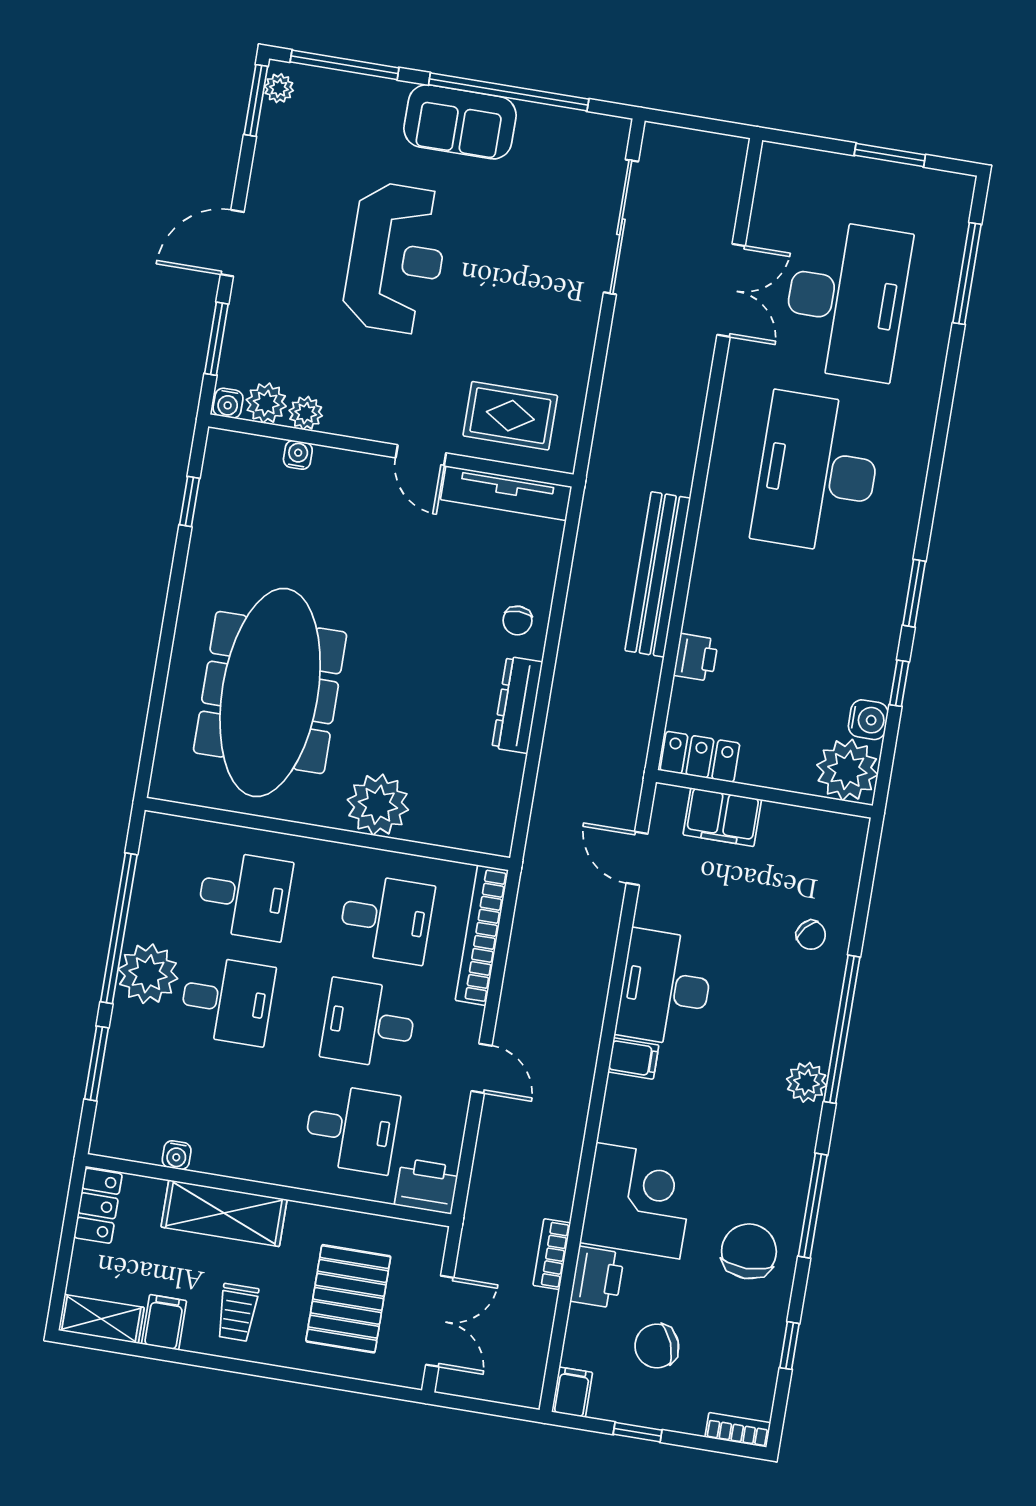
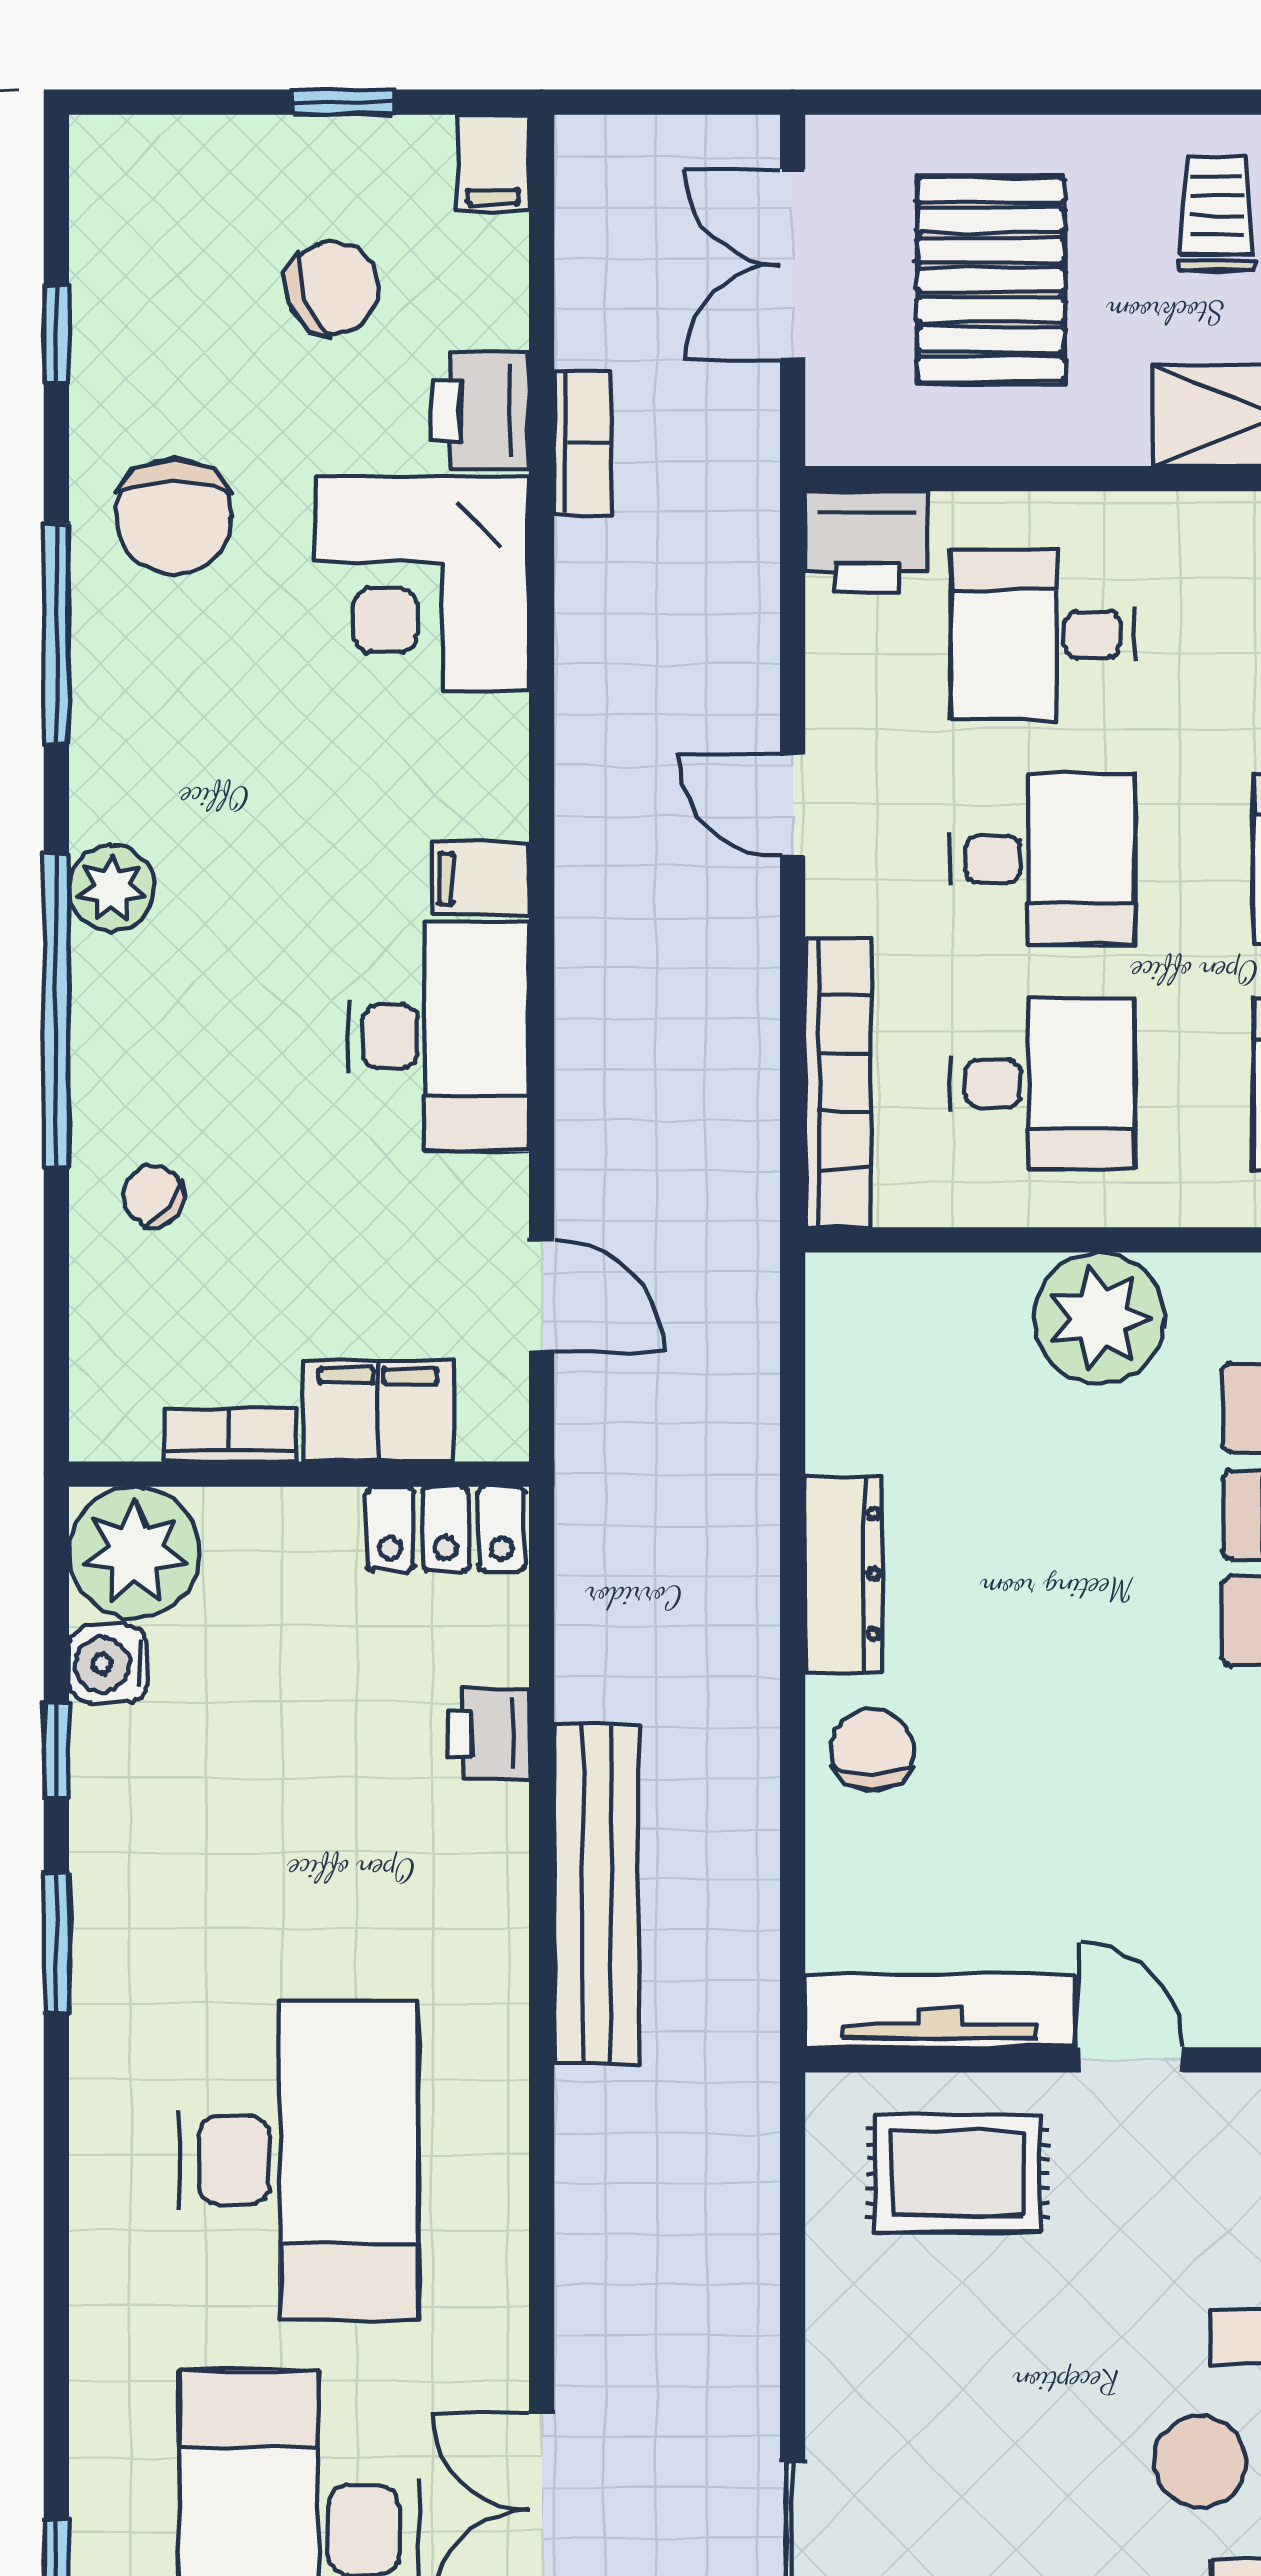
chair: (517, 621) -> (872, 1750), width x1.37, depth x1.37
desk: (386, 919) -> (1043, 1083), turned 180
bookcase: (738, 1430) -> (230, 1435), moved, turned 180

